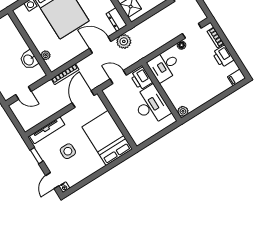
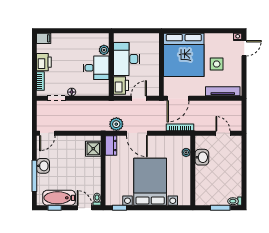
desk: (164, 66) -> (96, 68), moved
door: (118, 77) -> (139, 98), swing flipped
plant: (183, 111) -> (104, 50), moved
bed: (107, 138) -> (184, 55), width x1.36
window: (37, 156) -> (244, 76), removed

